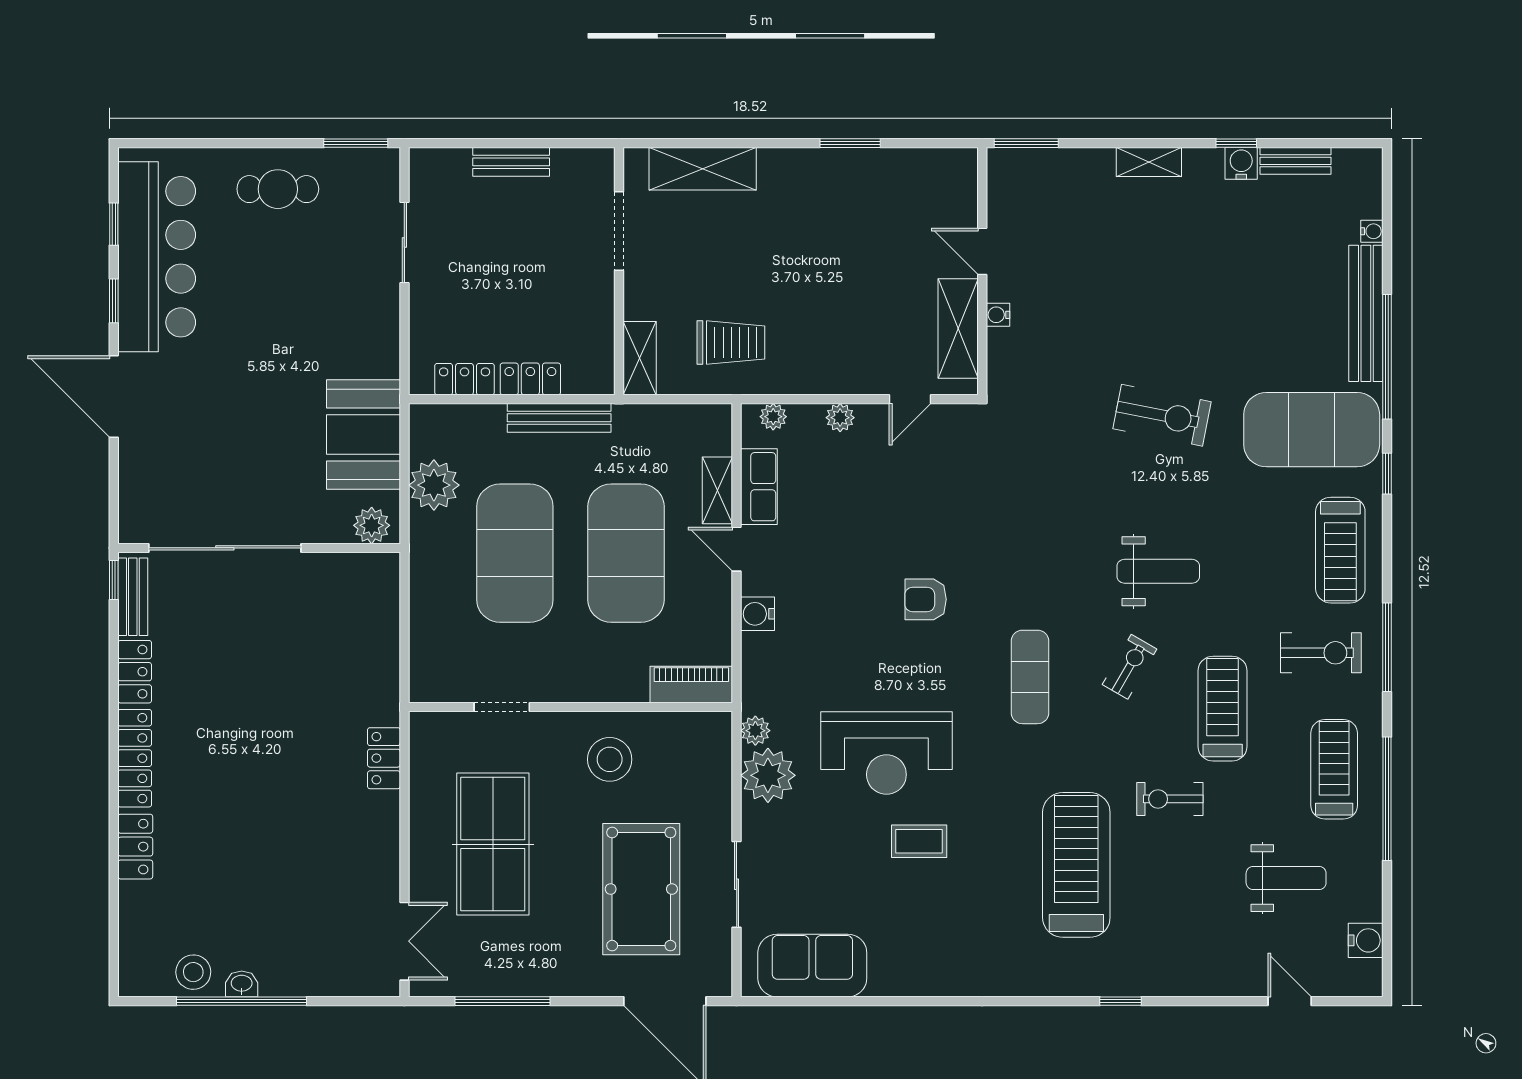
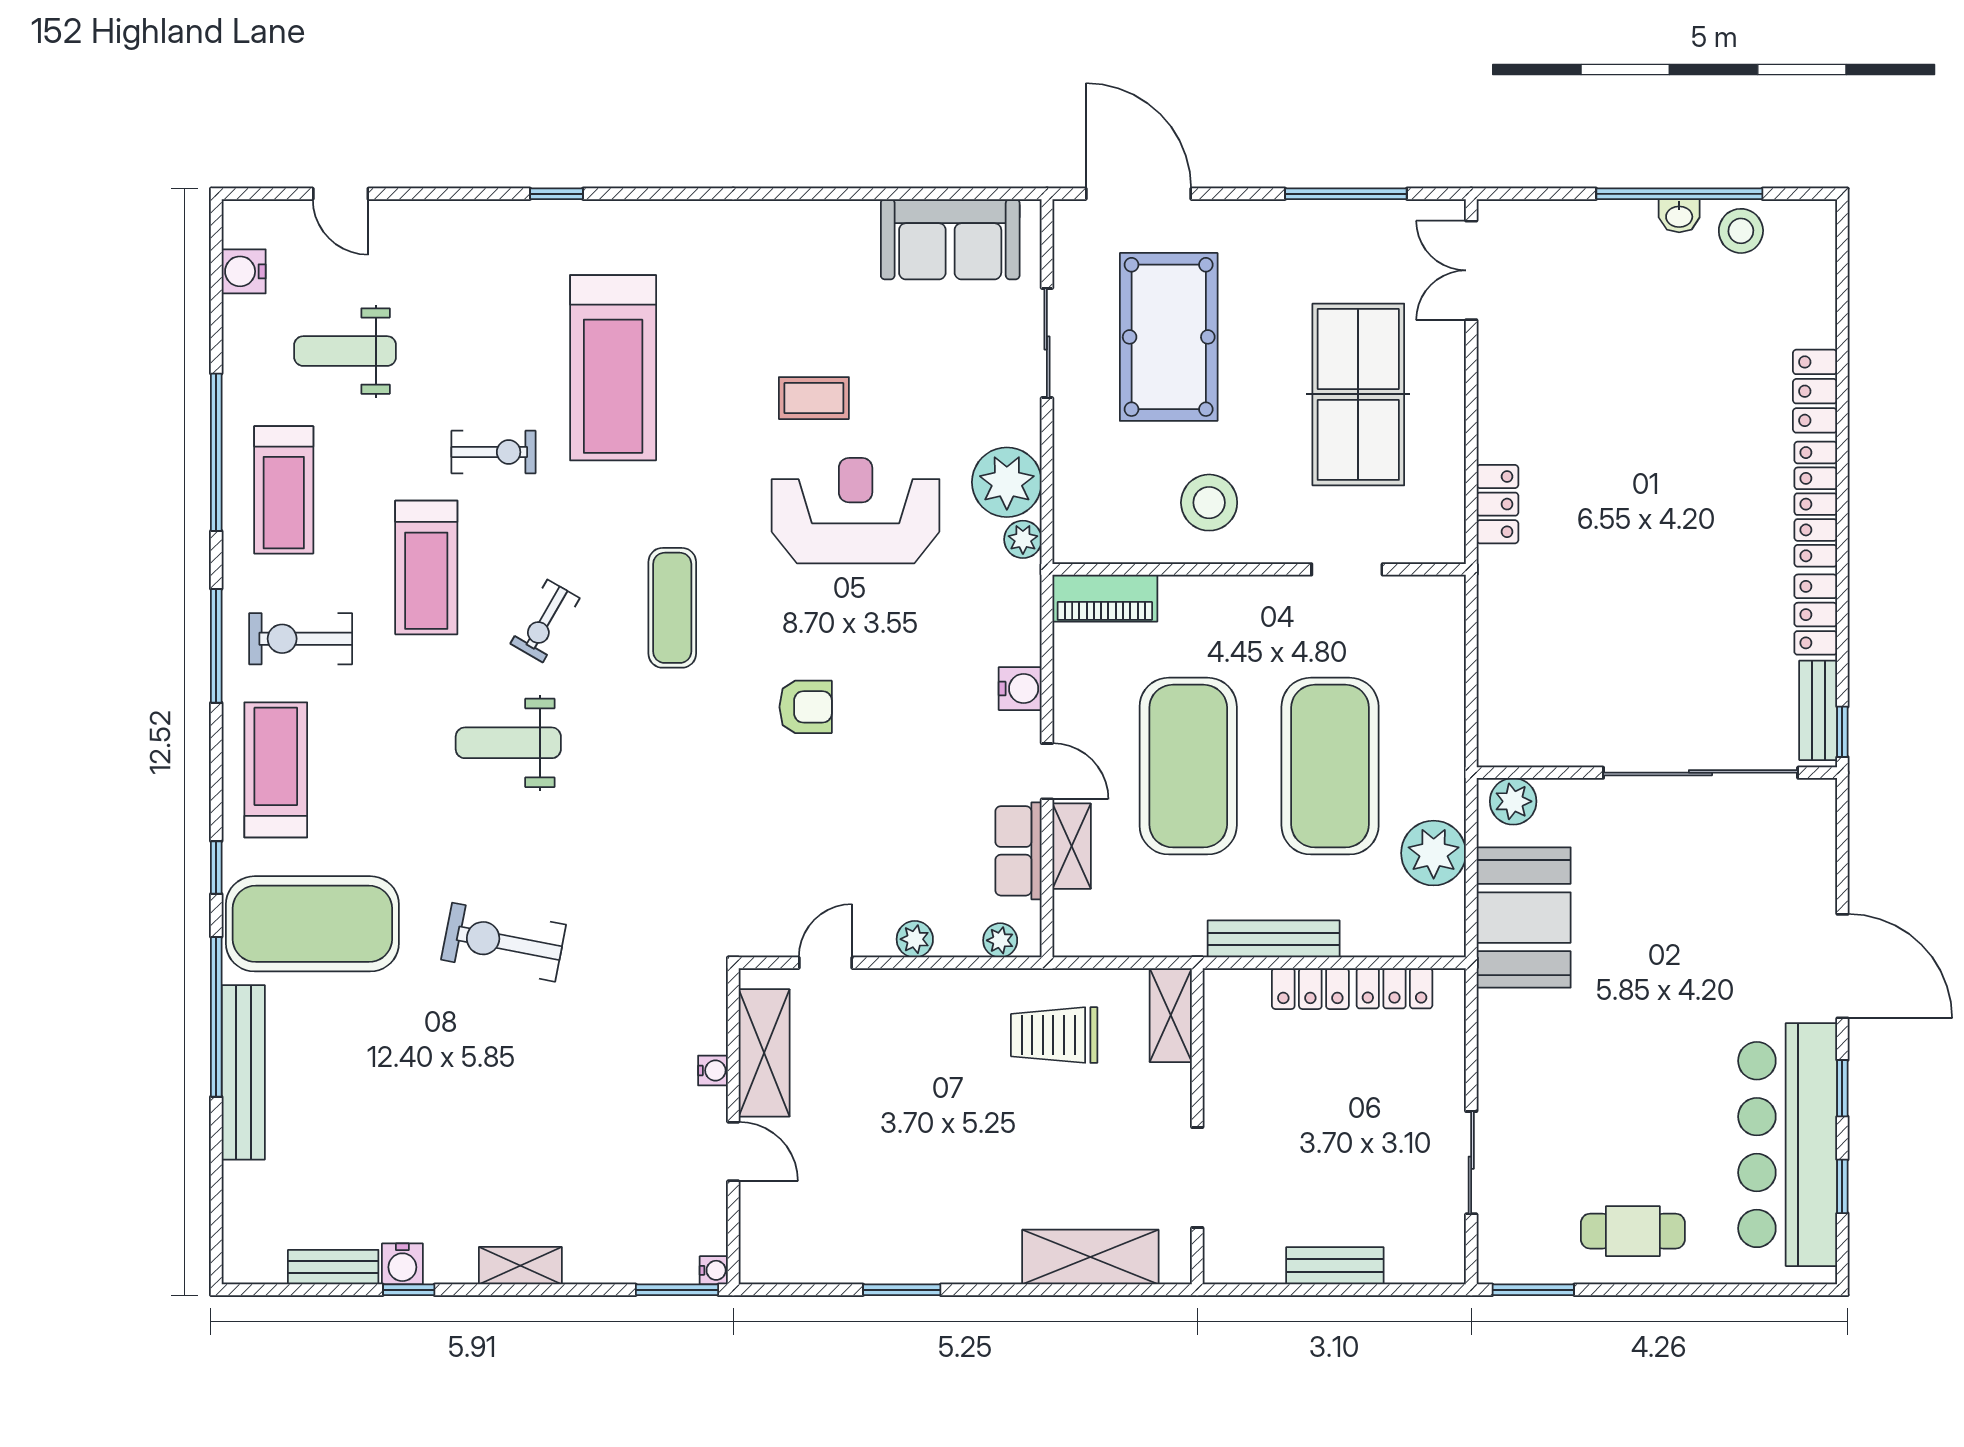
water cooler: (1372, 231) -> (714, 1270), moved, turned 180

